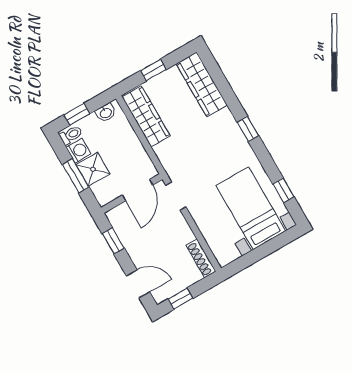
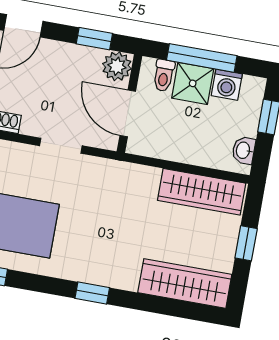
toilet: (71, 135) -> (164, 75), moved
window: (76, 176) -> (202, 58), width x1.44
doorway: (176, 196) -> (61, 146), moved
plant: (118, 217) -> (117, 66), added

